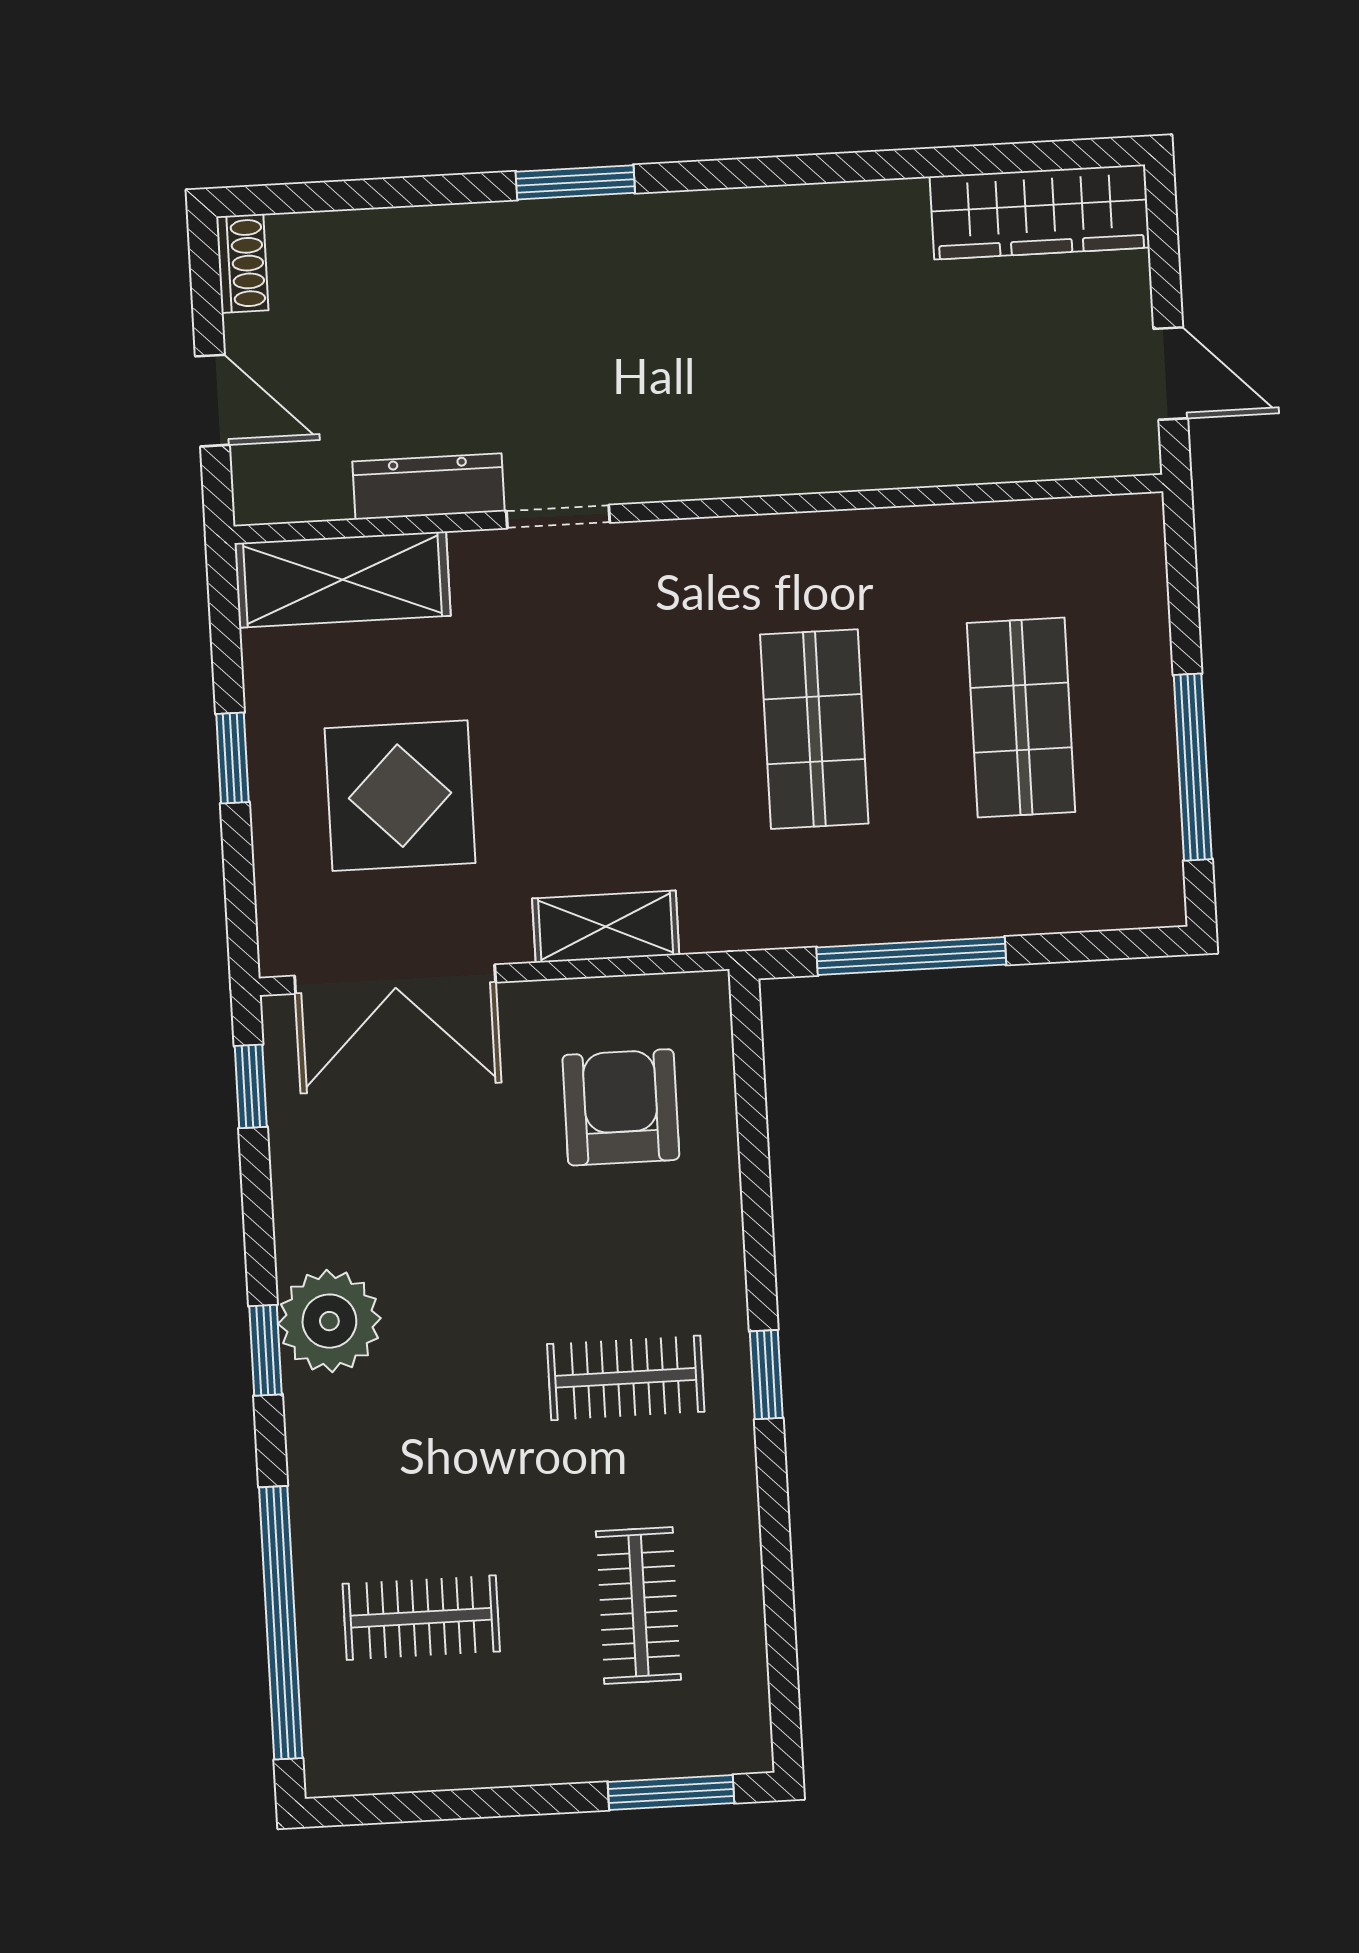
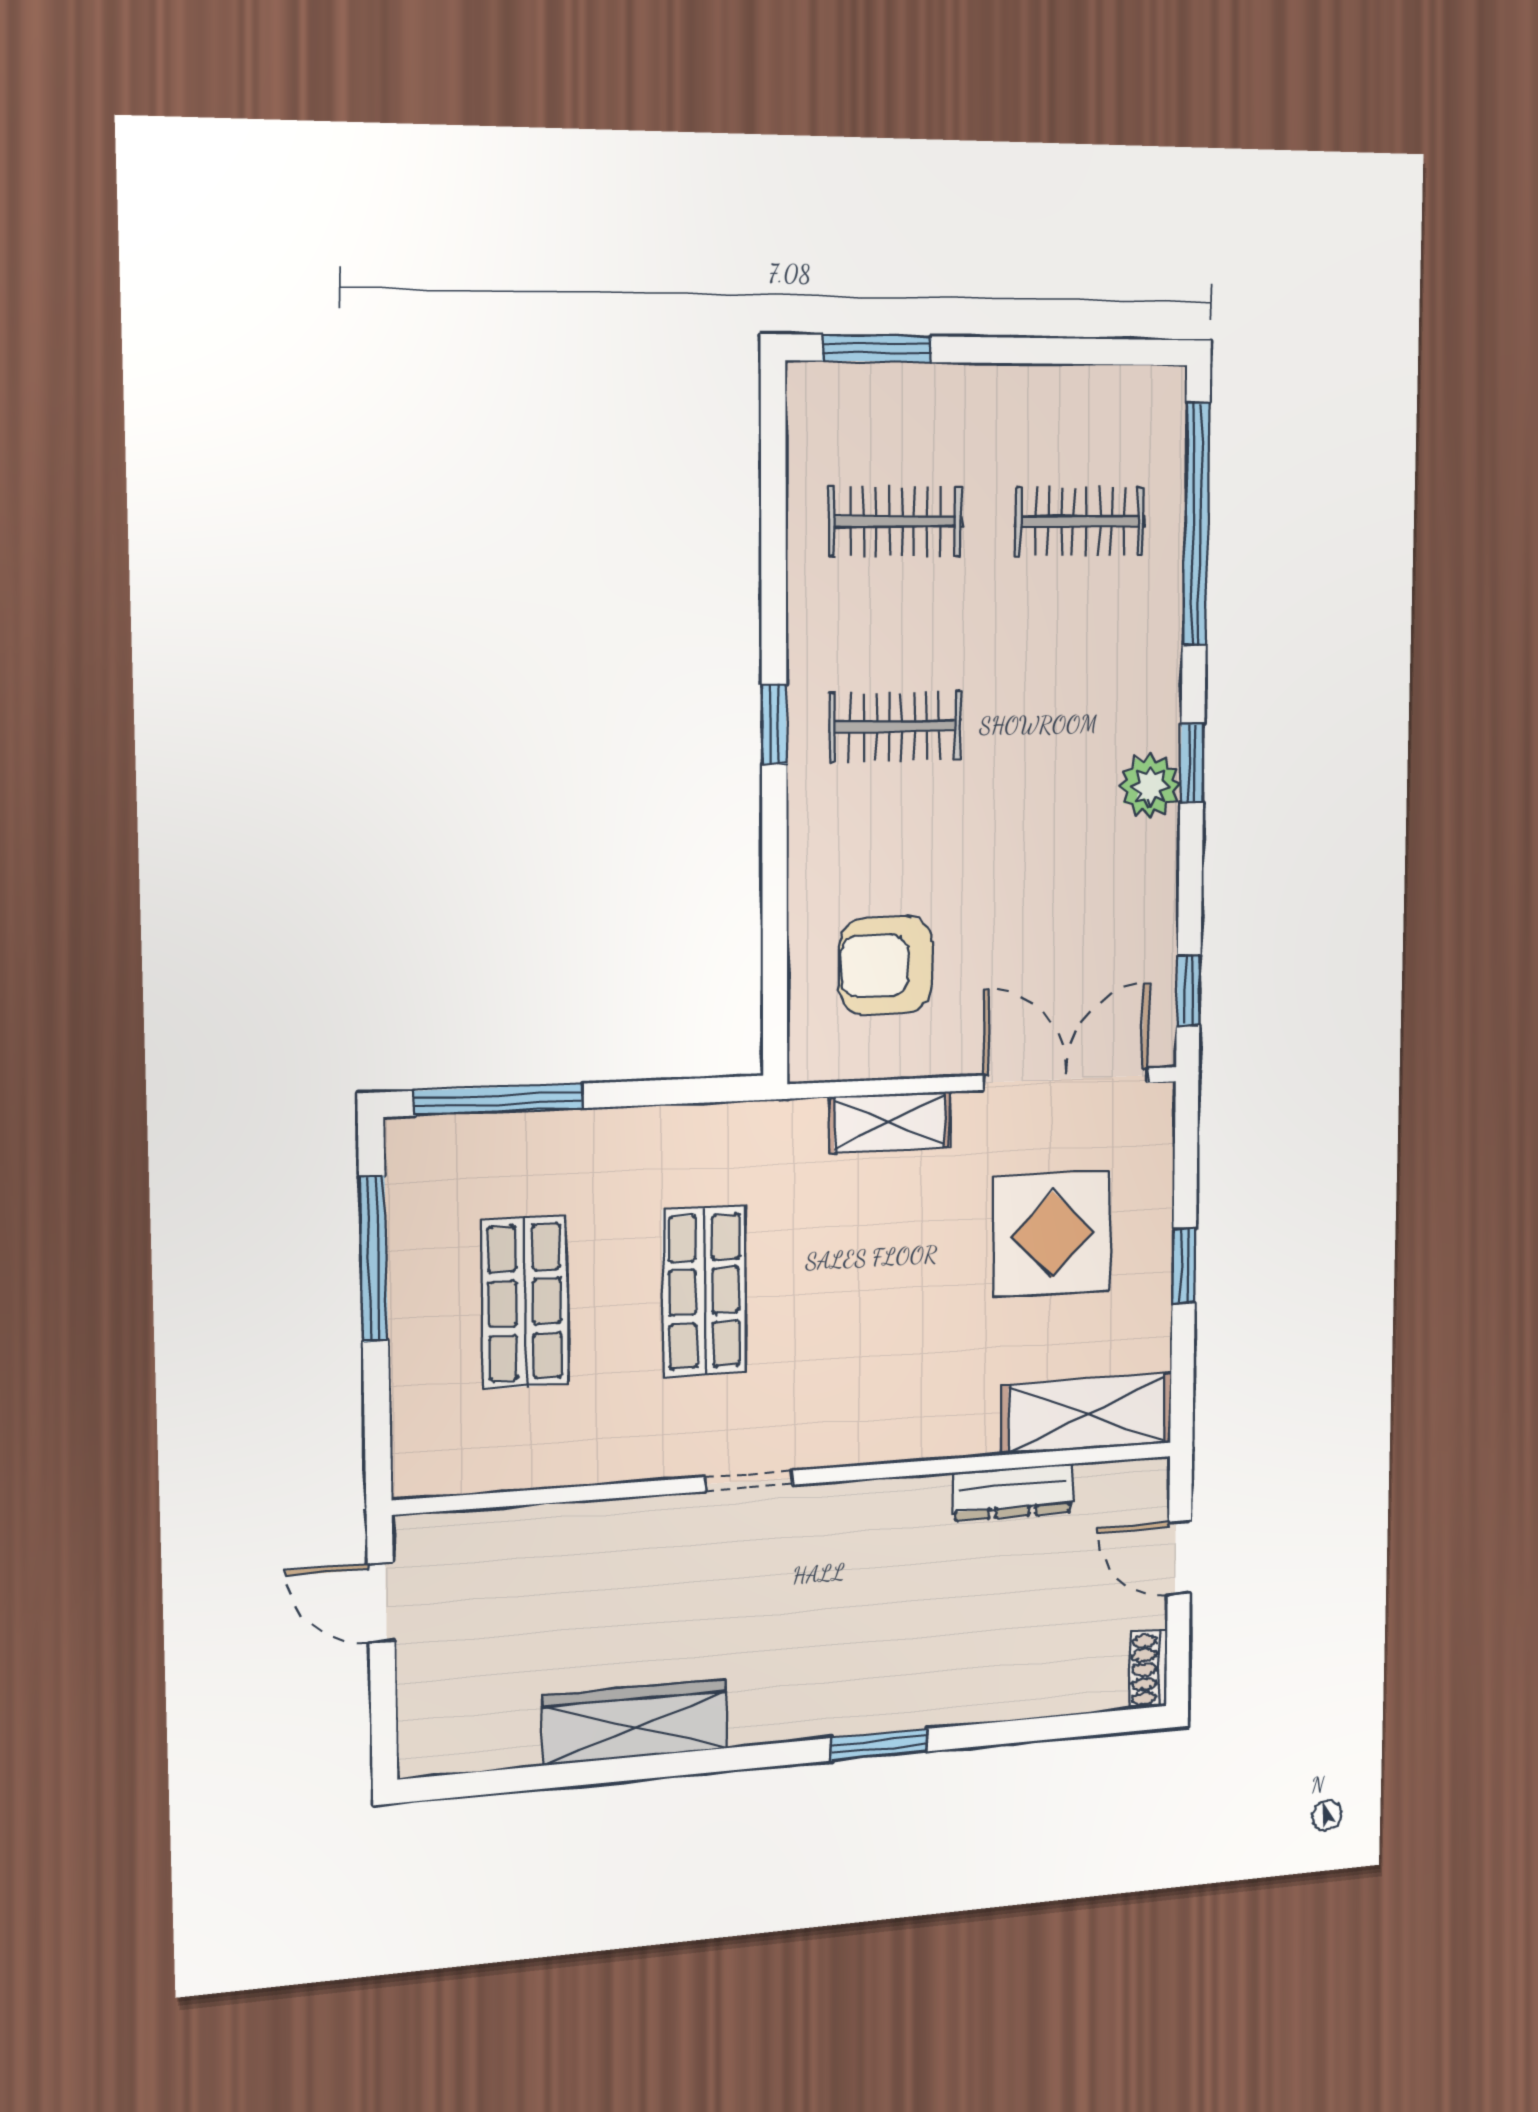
wardrobe: (1040, 212) -> (635, 1722), moved
doorway: (558, 517) -> (749, 1481), moved
window: (911, 956) -> (499, 1100), moved
armchair: (621, 1107) -> (886, 965), turned 90
plant: (329, 1321) -> (1150, 786), width x0.73, depth x0.73
clothes rail: (638, 1605) -> (895, 521), turned 90

